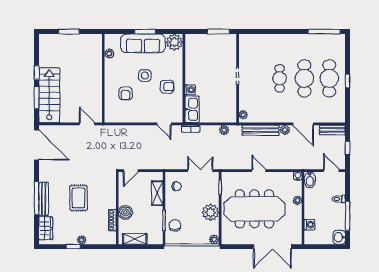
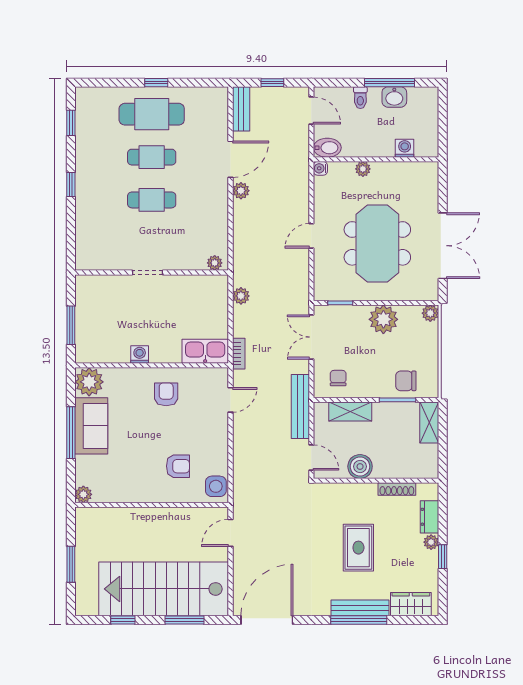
window: (145, 32) -> (71, 433), width x1.44
window: (218, 32) -> (71, 325), moved
window: (289, 32) -> (71, 185), added
window: (324, 32) -> (71, 123), width x0.46
sofa: (143, 43) -> (91, 426), width x0.73
plant: (109, 54) -> (83, 494), moved
window: (37, 72) -> (123, 620), moved
side table: (145, 75) -> (216, 486), moved
cafe table: (304, 78) -> (152, 157), width x0.73, depth x0.74
washing machine: (190, 90) -> (140, 355), moved
stairs: (49, 95) -> (164, 589), width x1.36, depth x1.51
bench: (261, 130) -> (300, 406), moved
door: (331, 171) -> (311, 111), swing flipped
rug: (78, 198) -> (358, 548), turned 90
meeting table: (254, 209) -> (377, 243), width x0.73
boiler: (125, 212) -> (360, 466), moved
washbasin: (339, 237) -> (394, 97), moved
dresser: (96, 239) -> (429, 517), added
shelving: (135, 239) -> (429, 423), moved
double door: (272, 247) -> (443, 246), moved

